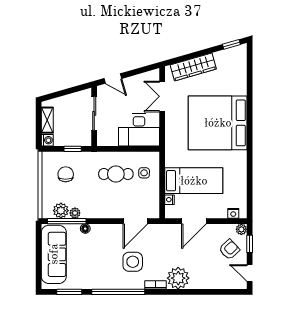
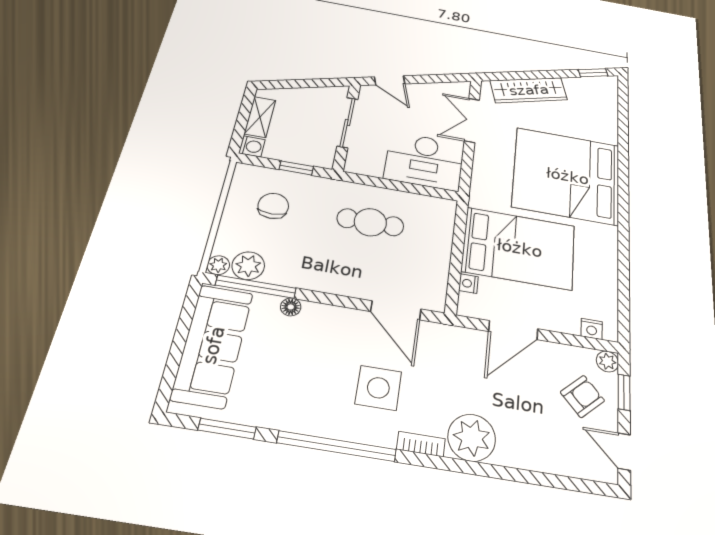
side table: (144, 173) -> (425, 230), removed
bed: (194, 181) -> (519, 248), width x1.50
plant: (75, 213) -> (218, 265), moved
door: (135, 221) -> (396, 310), hinge flipped

